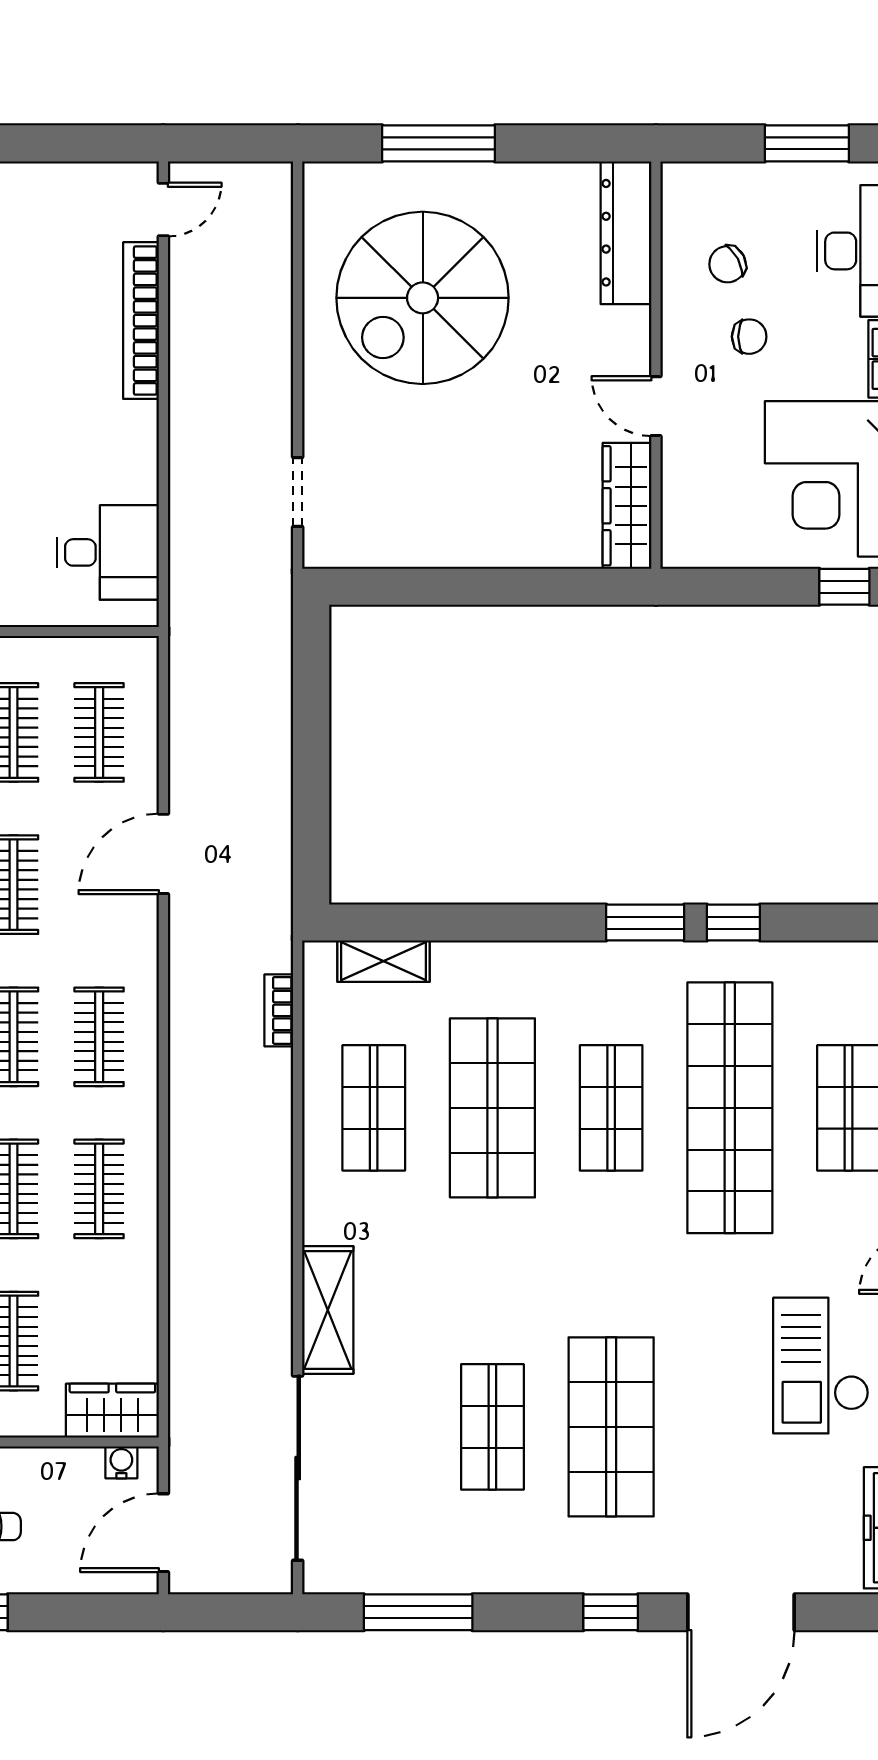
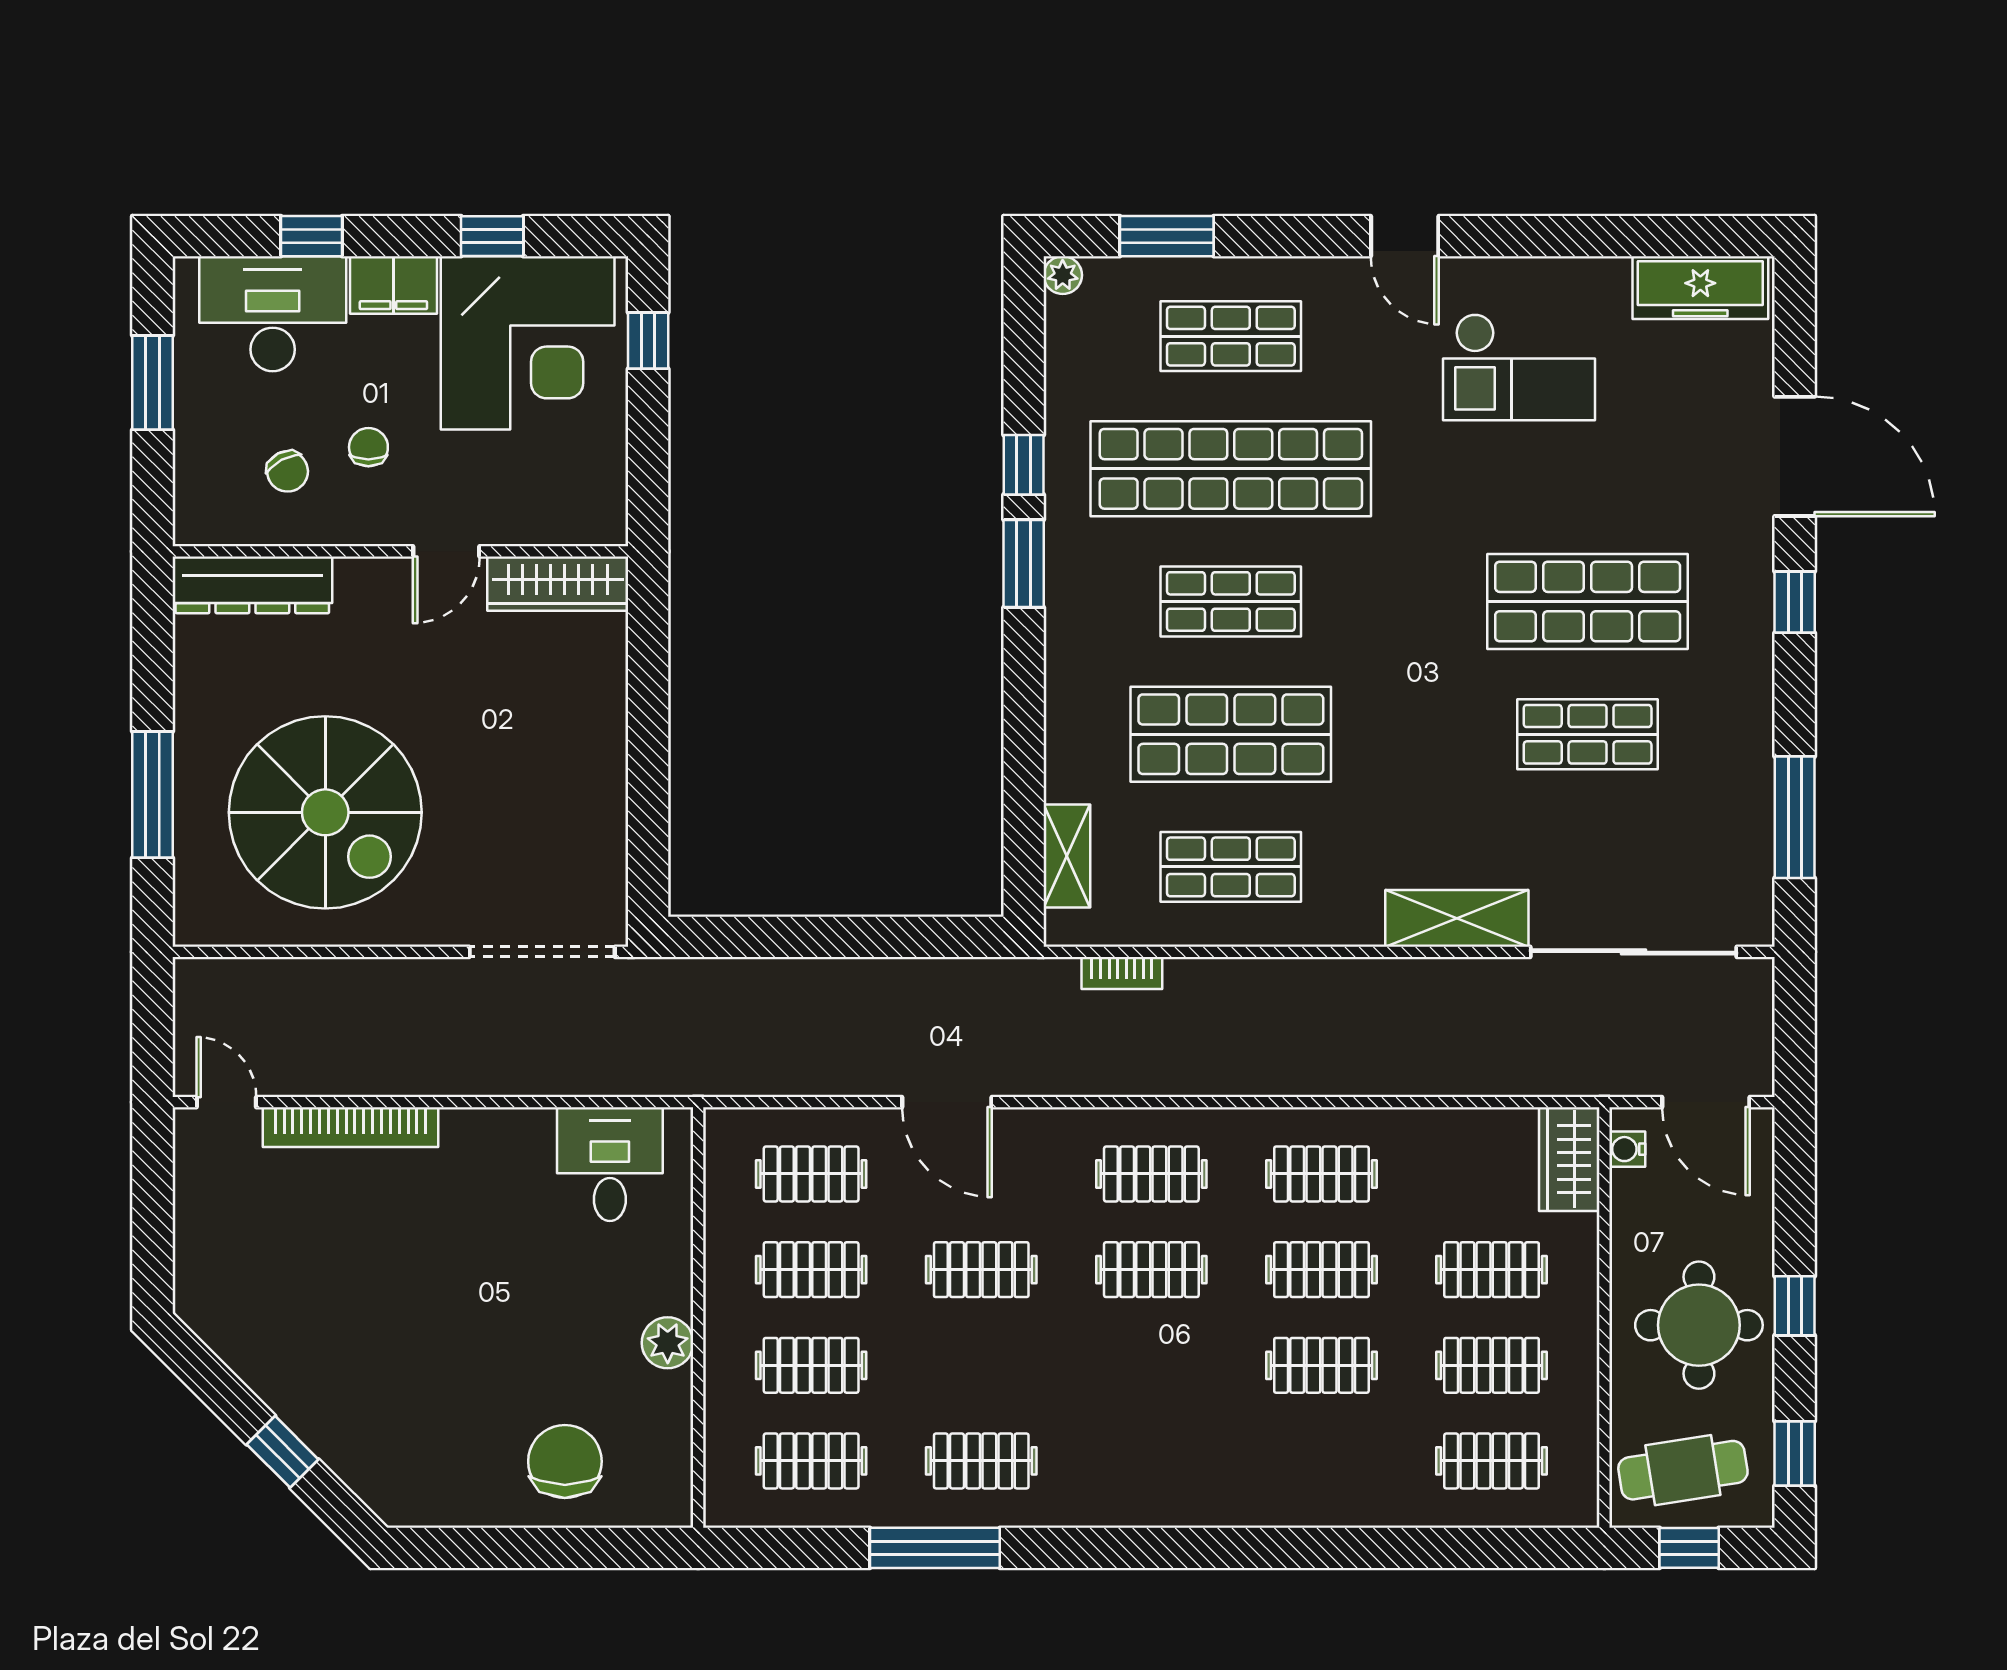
doorway: (298, 492) -> (542, 952), width x1.88

